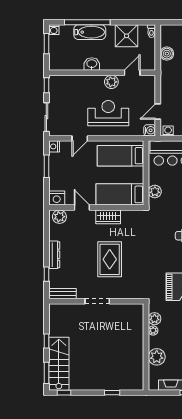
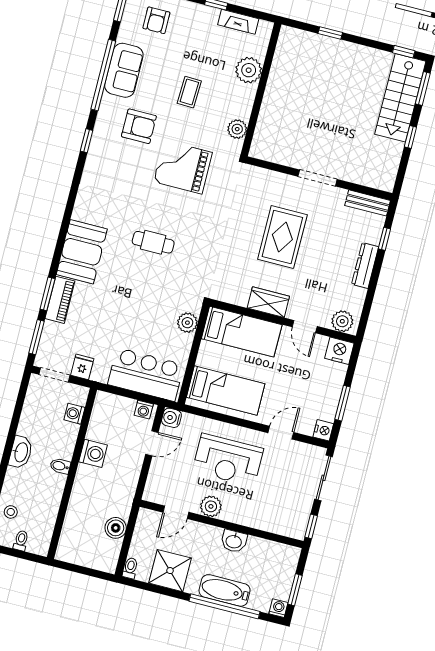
plant: (153, 331) -> (244, 112), removed

